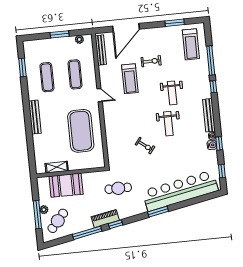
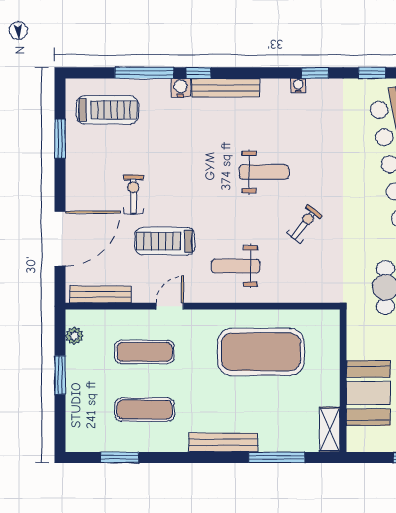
door: (126, 28) -> (60, 239), hinge flipped
treadmill: (130, 79) -> (165, 241), turned 180
weight bench: (172, 93) -> (236, 266), moved, turned 180
door: (100, 95) -> (170, 306), moved
bench: (209, 115) -> (226, 88), moved
window: (30, 144) -> (277, 457), added
water cooler: (212, 145) -> (181, 88), moved
shelving: (57, 167) -> (330, 429), moved

